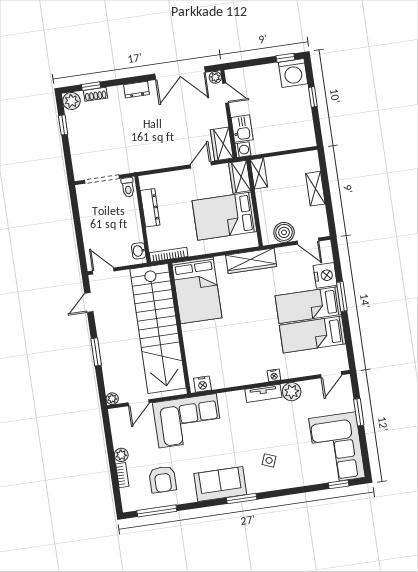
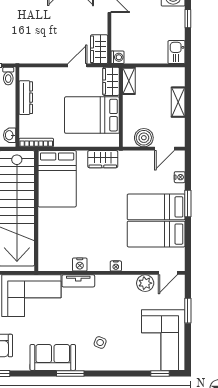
kitchen sink: (242, 129) -> (177, 52), moved, turned 180
door: (308, 241) -> (164, 149), hinge flipped
wardrobe: (251, 261) -> (103, 159), width x0.67
nightstand: (325, 275) -> (180, 177), width x0.53, depth x0.56
nightstand: (202, 384) -> (80, 265), moved
plant: (292, 392) -> (145, 283), moved
tv unit: (263, 393) -> (78, 281), moved

